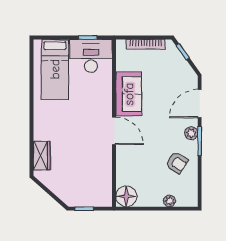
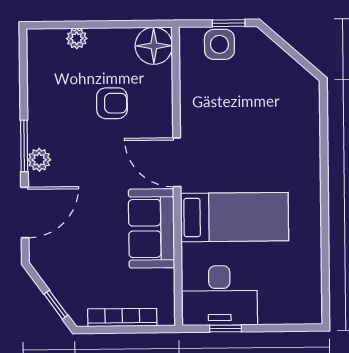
bed: (55, 69) -> (235, 217), moved, turned 90
wardrobe: (42, 156) -> (305, 117), removed
armchair: (177, 163) -> (112, 103), moved, turned 148
side table: (89, 197) -> (219, 44), added

